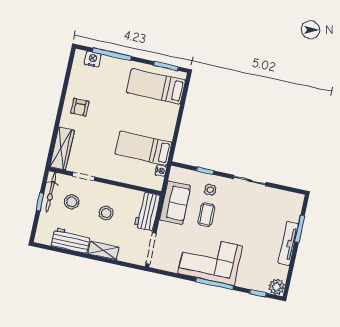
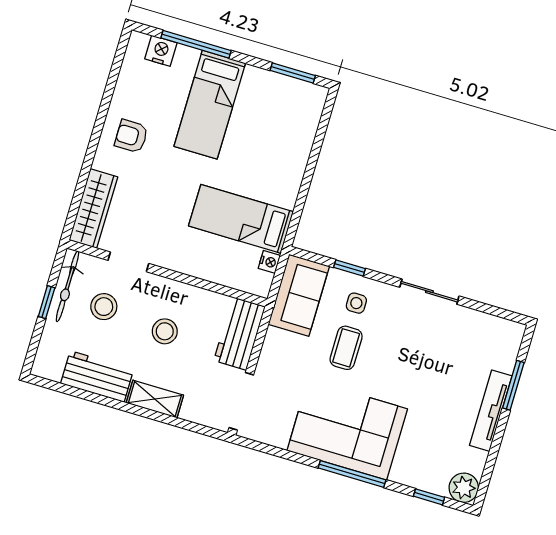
bed: (156, 86) -> (210, 105), moved, turned -90
armchair: (80, 107) -> (131, 136), turned 90
sofa: (175, 203) -> (299, 295), moved

